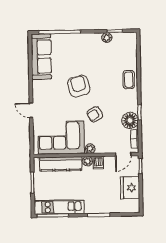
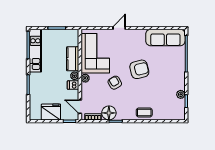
kitchen counter: (61, 164) -> (73, 59), width x0.67

